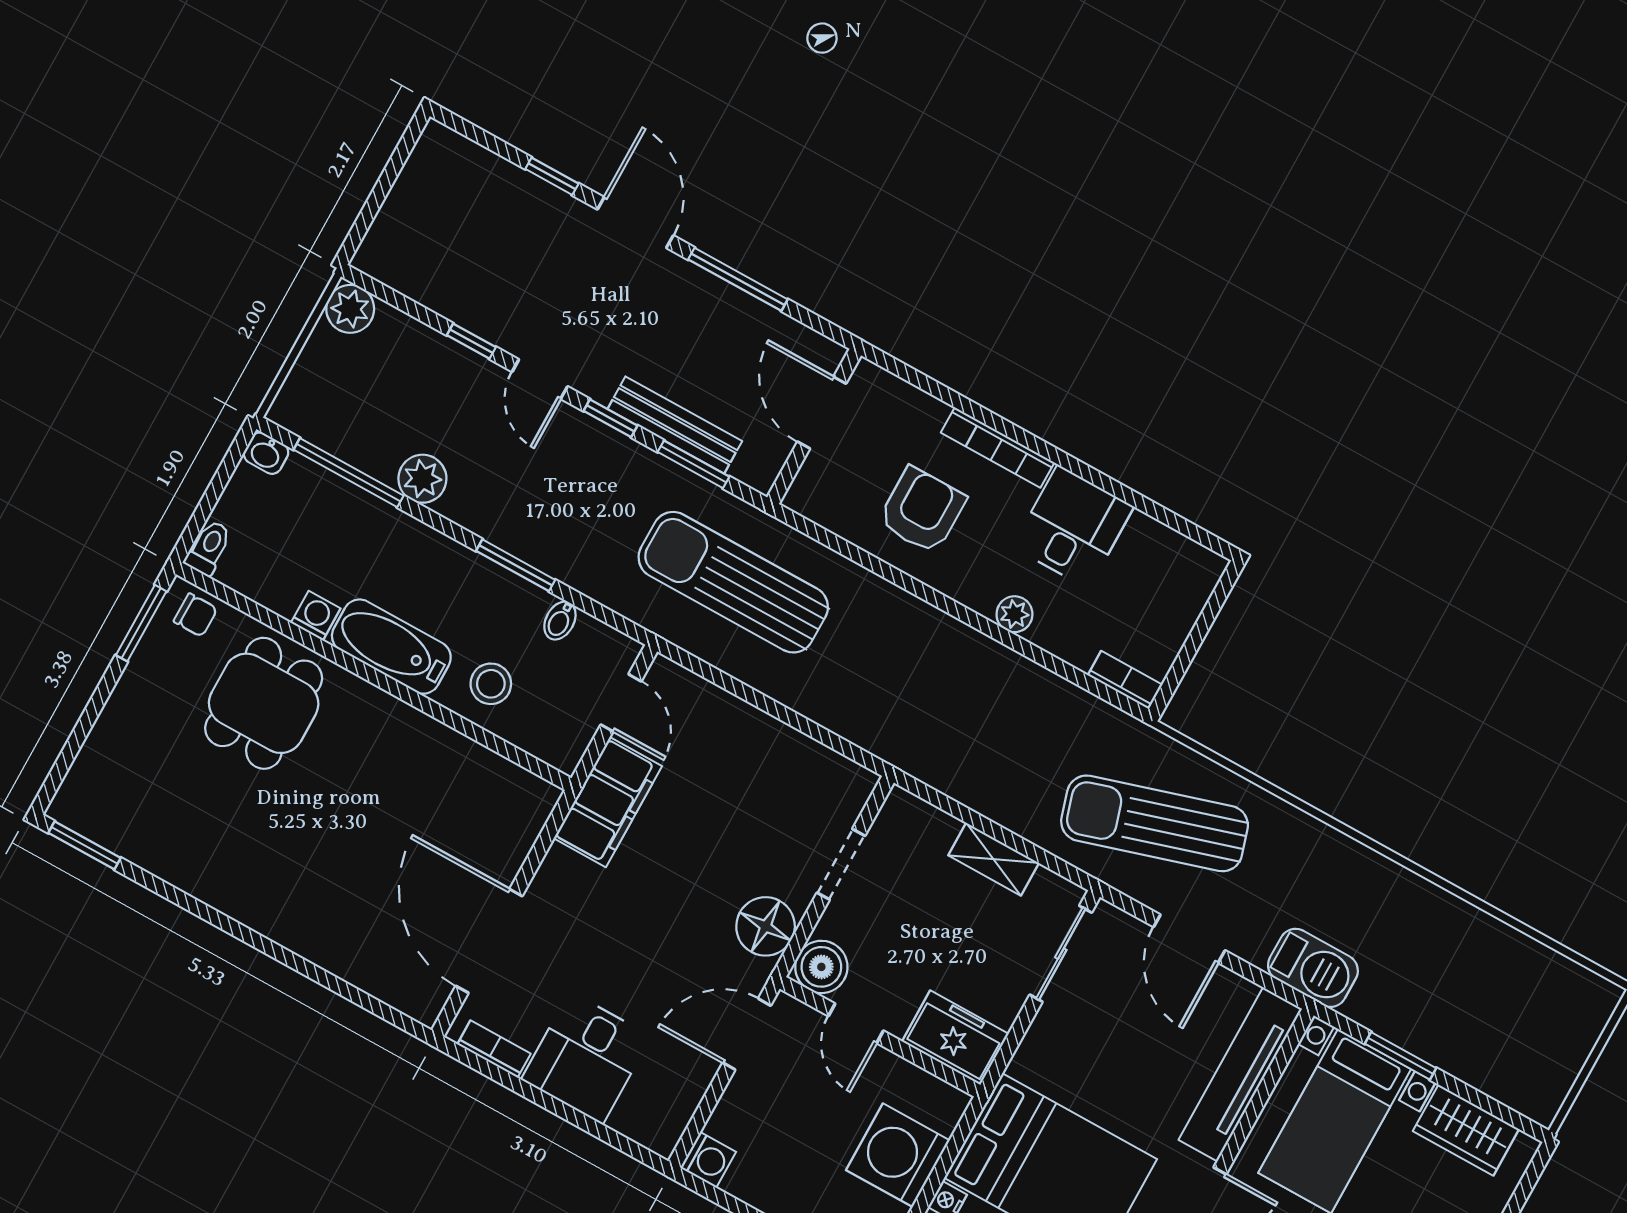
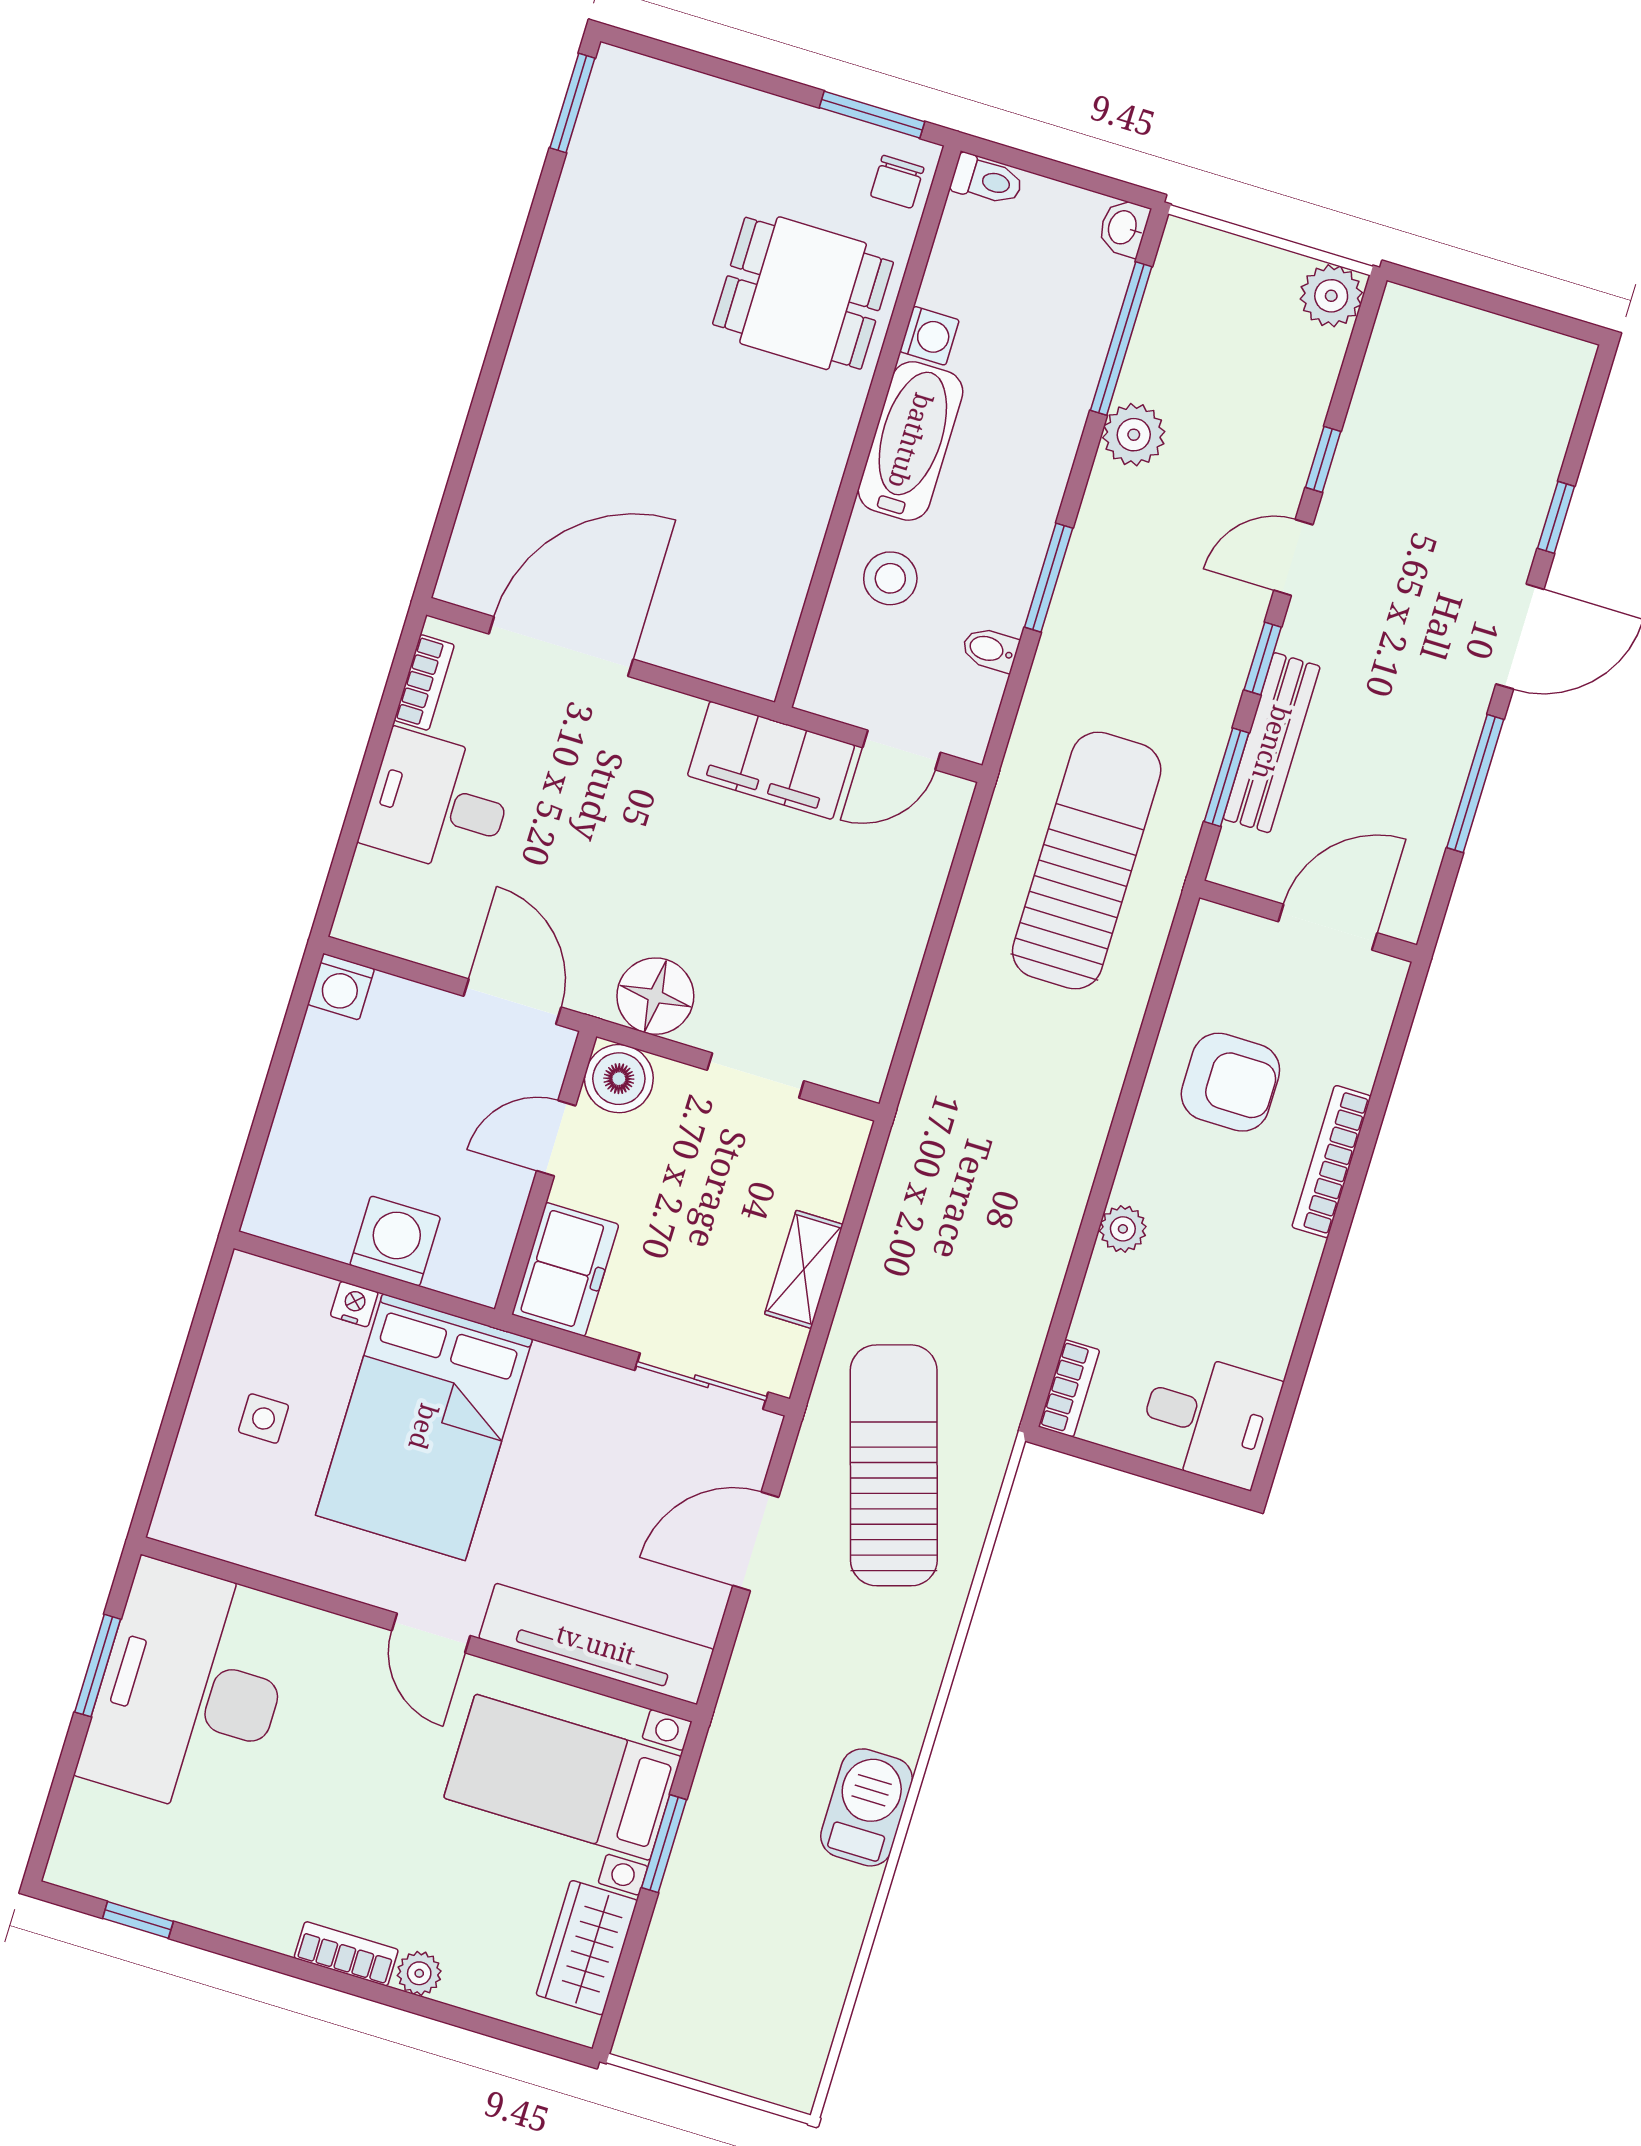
desk: (1073, 527) -> (1209, 1419), moved
barbecue: (1313, 968) -> (867, 1807), moved, turned 180
washing machine: (898, 1155) -> (395, 1241), width x0.73, depth x0.73

